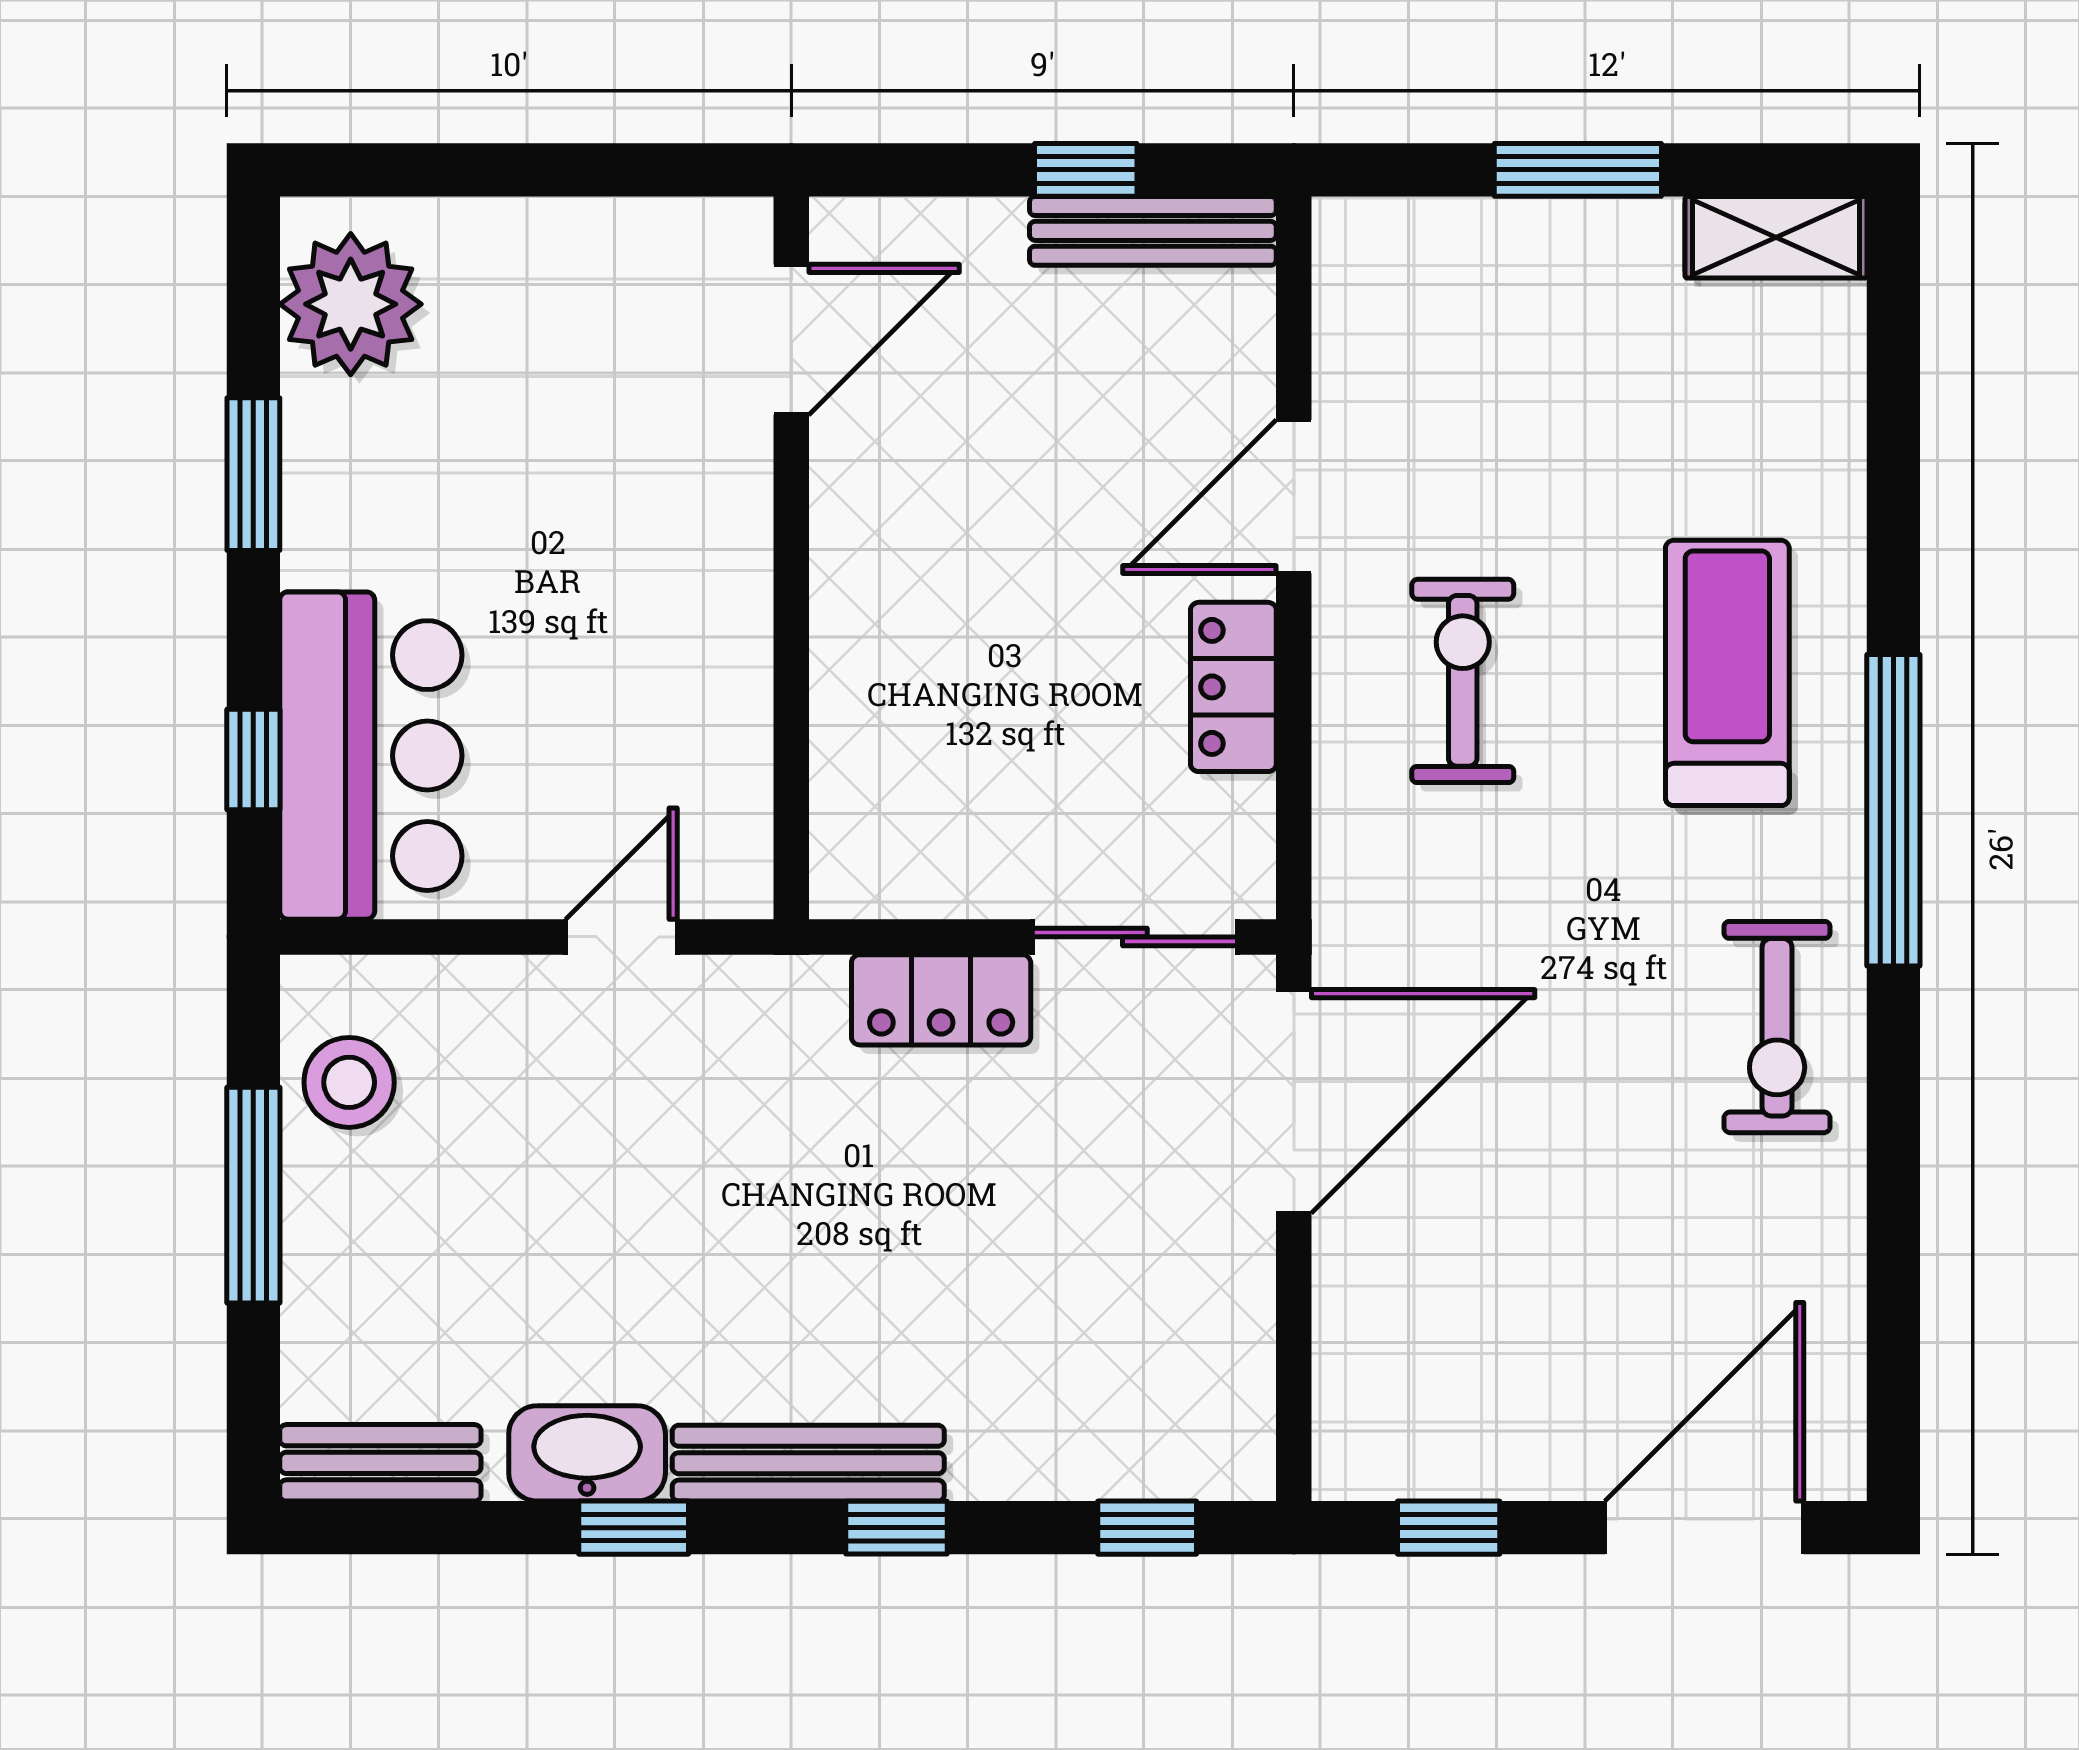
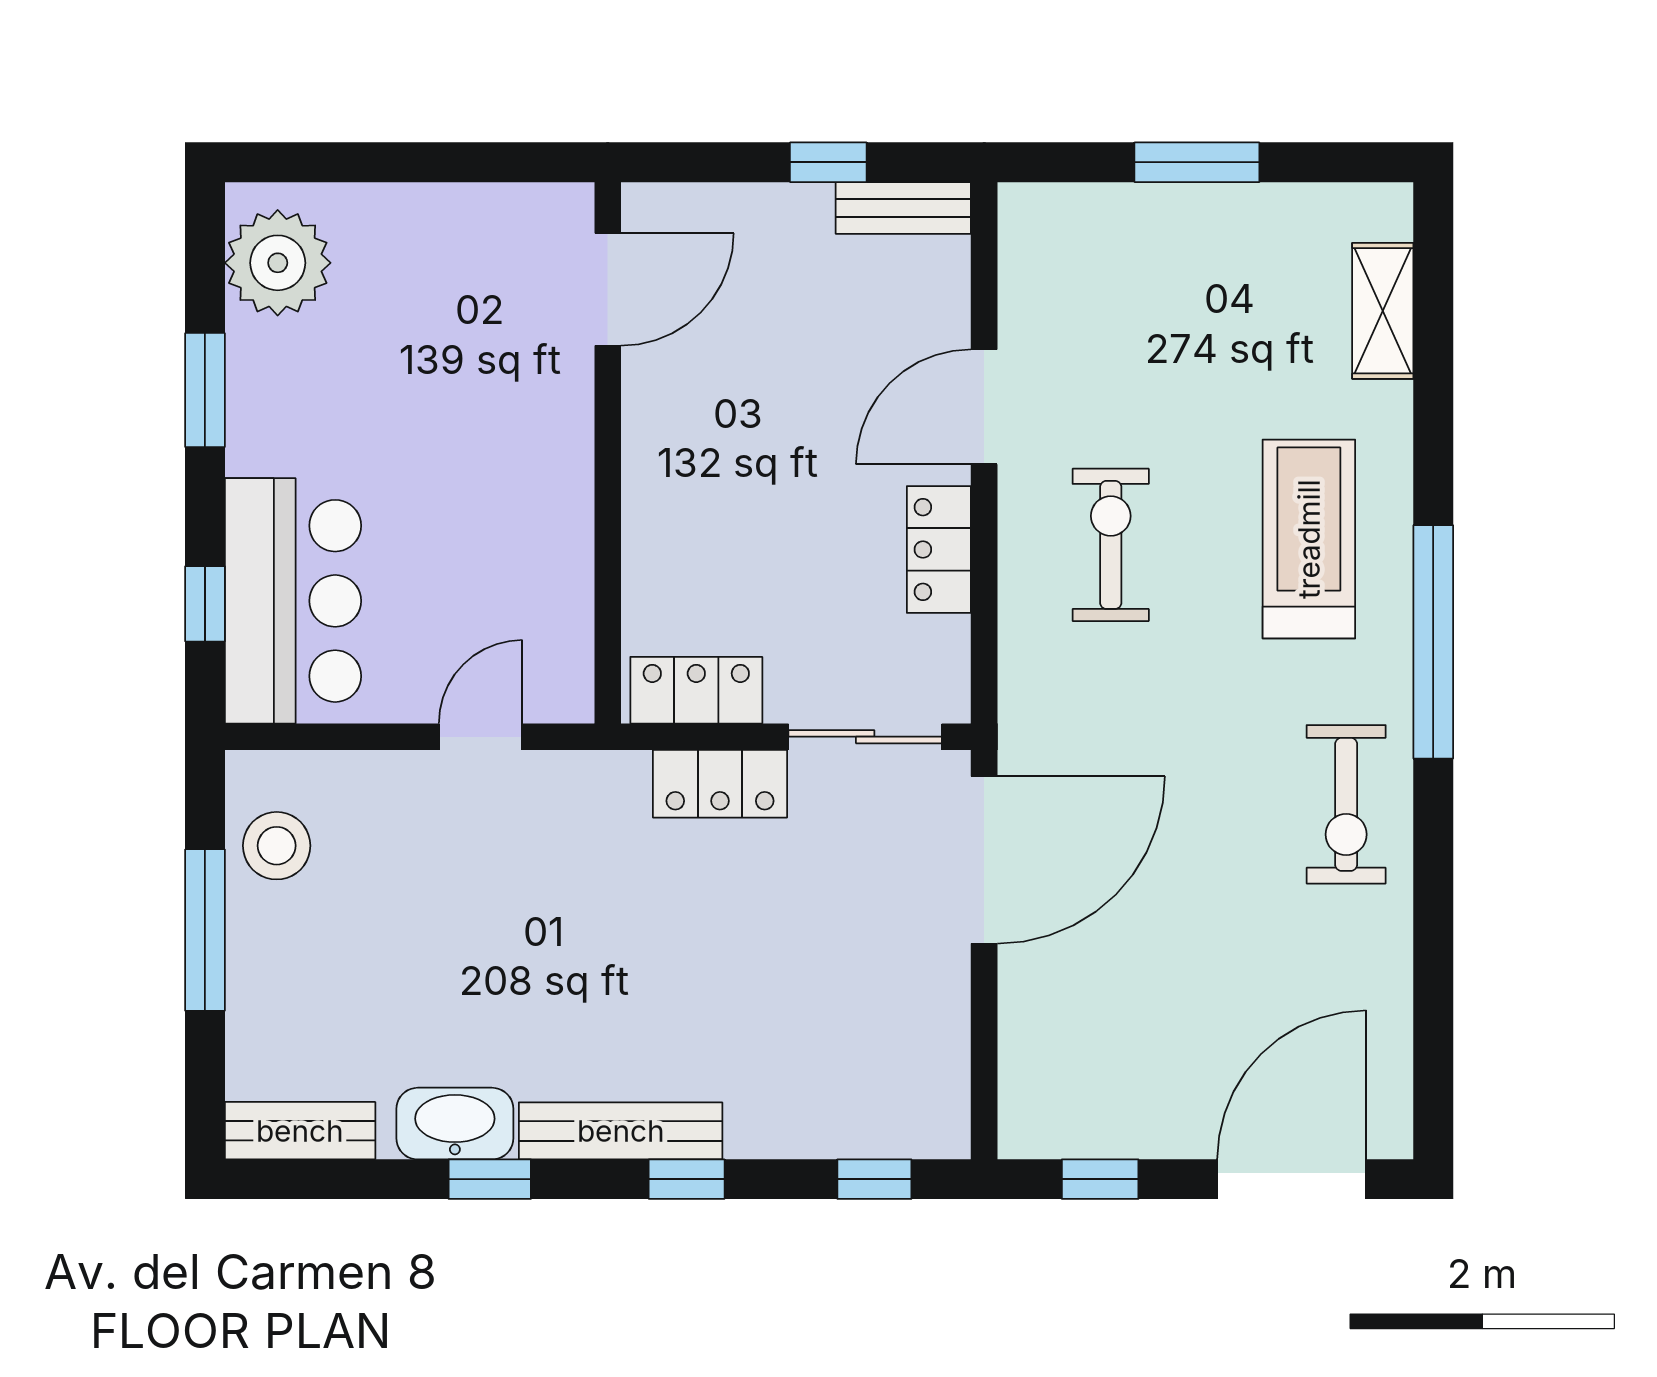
bench: (1153, 231) -> (903, 208), width x0.73
shelving: (1776, 237) -> (1383, 311), moved, turned 90
locker: (909, 875) -> (696, 690), added

